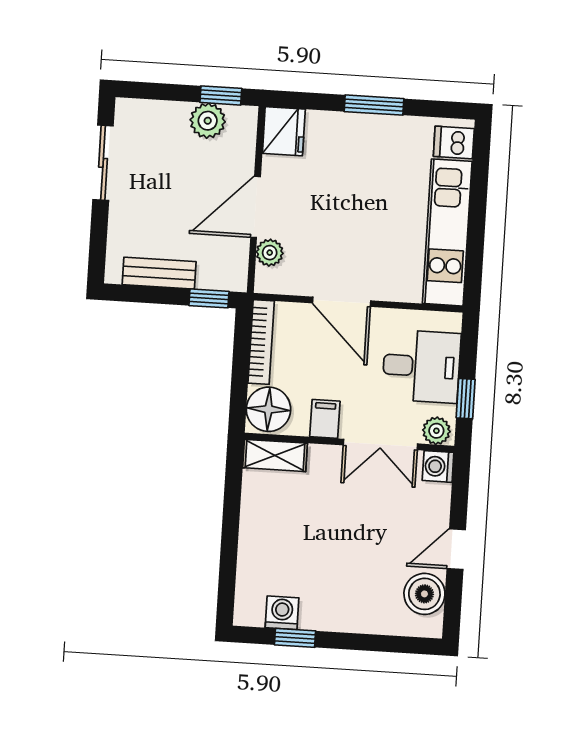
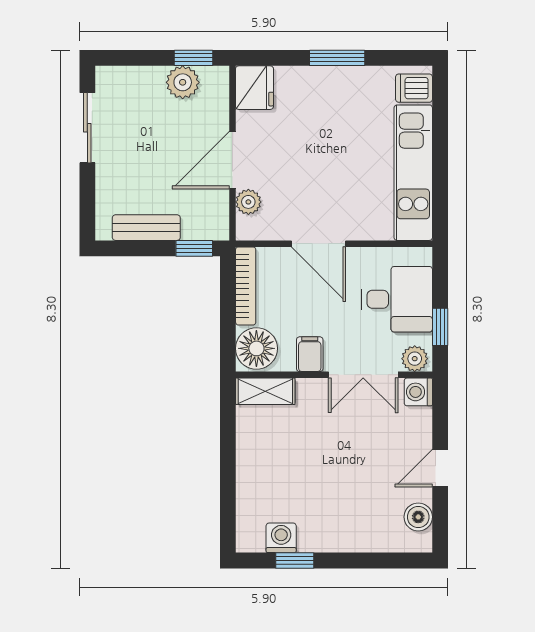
boiler: (424, 594) -> (418, 517), width x0.73, depth x0.73

